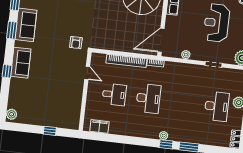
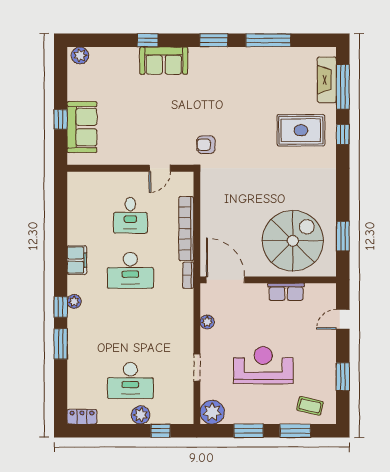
sofa: (26, 25) -> (82, 127), moved, turned -90
filing cabinet: (99, 126) -> (77, 260), moved

